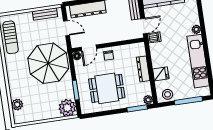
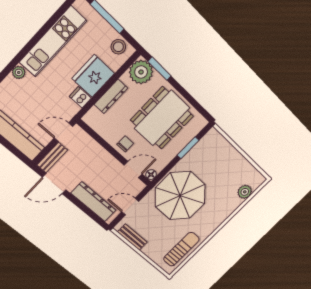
door: (66, 28) -> (130, 207), hinge flipped
dishwasher: (154, 37) -> (80, 97), moved
fridge: (161, 74) -> (93, 76), width x1.88, depth x1.34
dining table: (107, 88) -> (162, 118), width x1.38
plant: (148, 100) -> (141, 72), width x1.87, depth x1.87
plant: (67, 108) -> (213, 142), removed

